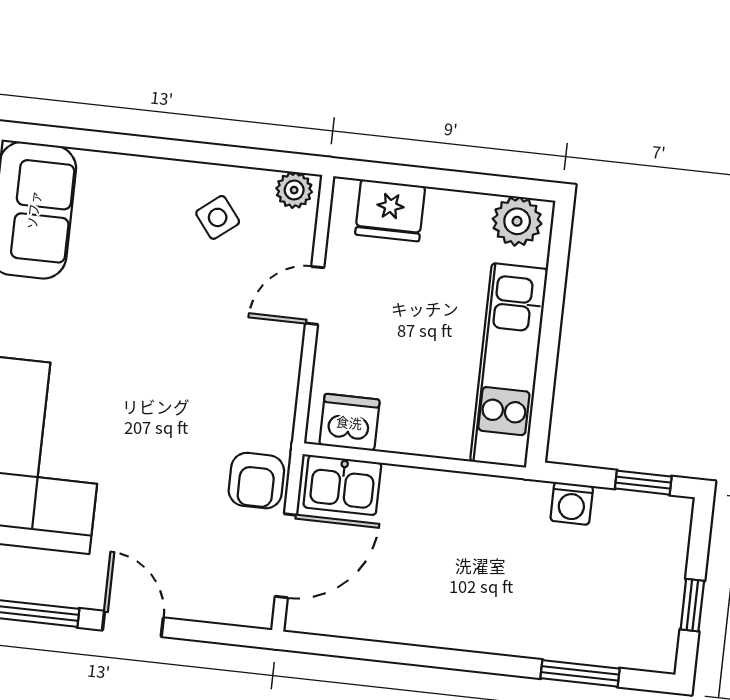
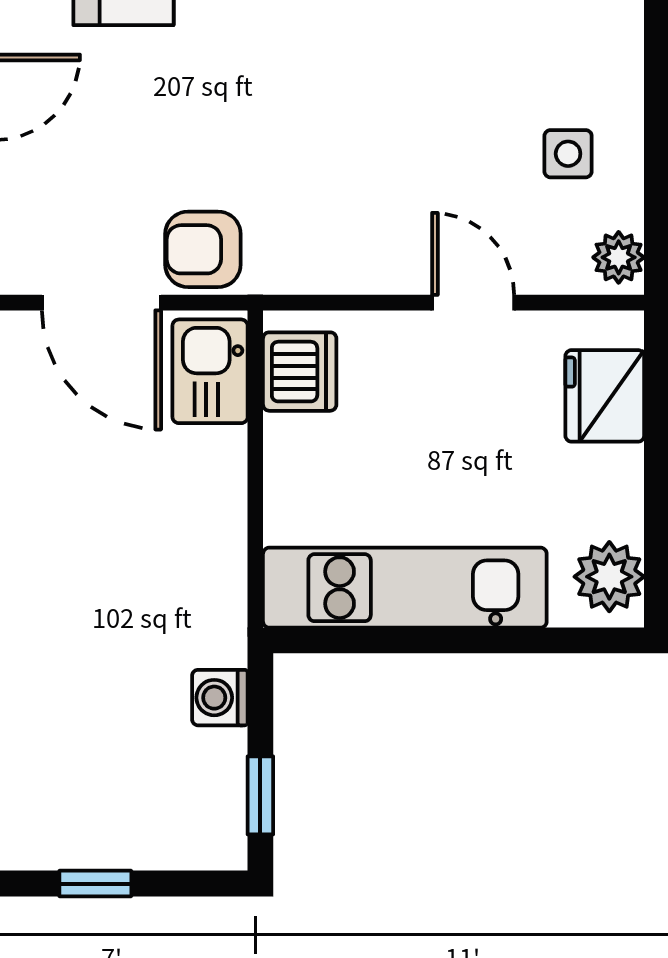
side table: (218, 217) -> (568, 154), turned 38

